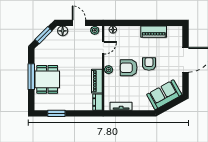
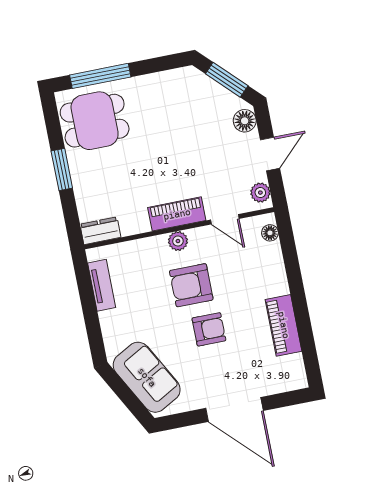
armchair: (129, 68) -> (191, 285), turned -90
window: (31, 77) -> (100, 76), moved
dining table: (47, 79) -> (95, 121), moved
piano: (97, 81) -> (177, 214), moved
window: (56, 113) -> (62, 169), moved

